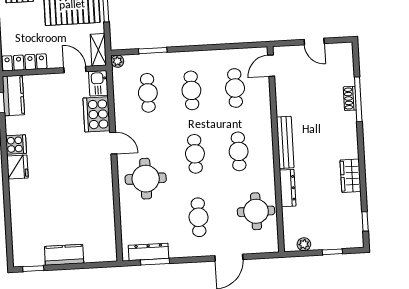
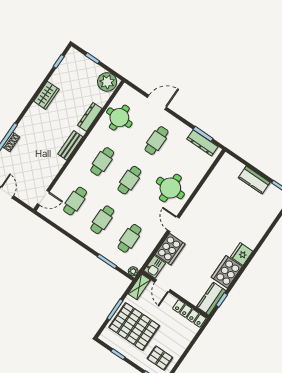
bench: (285, 142) -> (70, 145), width x0.73
cooker: (16, 145) -> (227, 272), width x1.87, depth x1.31
plant: (304, 244) -> (107, 82), width x1.87, depth x1.87

